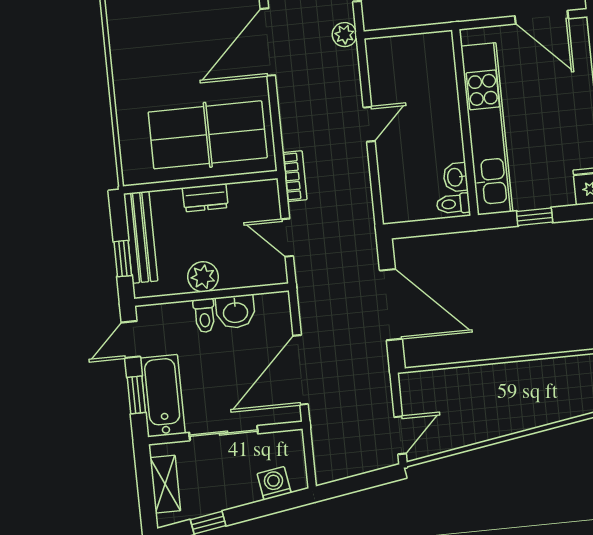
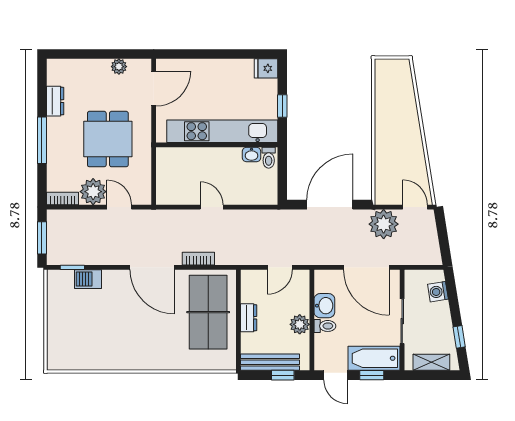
plant: (344, 35) -> (384, 224), moved, width x1.87, depth x1.87
bookcase: (295, 176) -> (198, 259), moved

